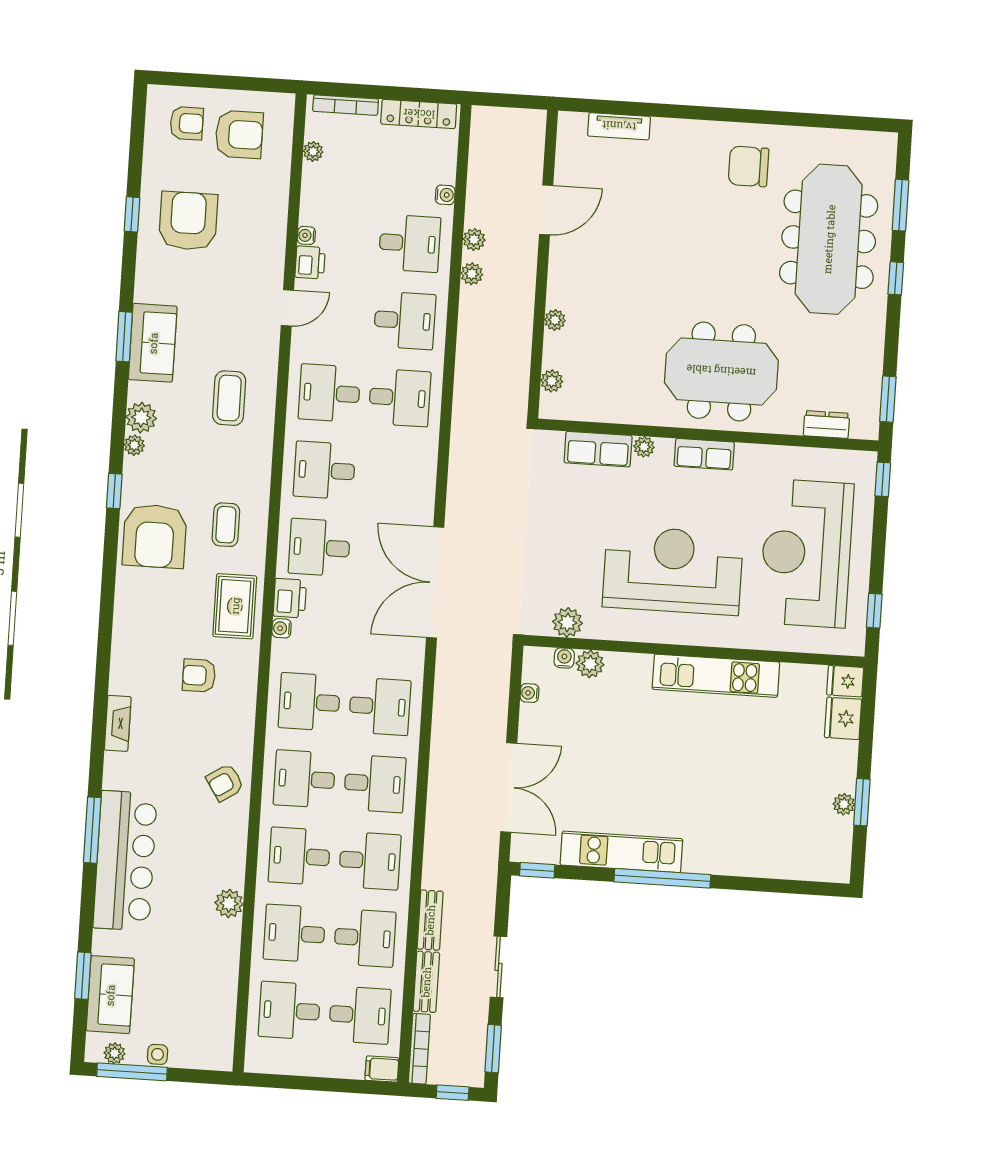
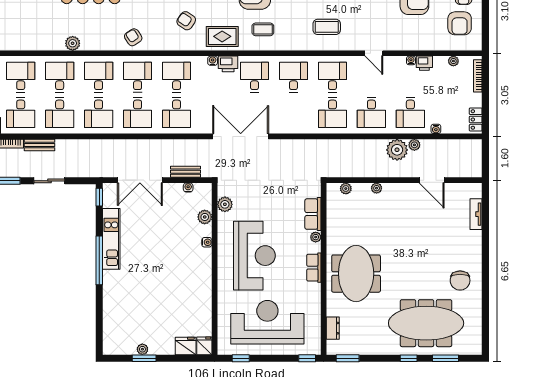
locker: (419, 114) -> (476, 119), width x0.66
chair: (748, 166) -> (460, 280), turned 180
printer: (310, 263) -> (424, 63), moved
plant: (472, 274) -> (397, 150), width x1.87, depth x1.87
water cooler: (564, 658) -> (207, 242), moved
armchair: (199, 675) -> (186, 21), turned -56
kitchen unit: (716, 676) -> (203, 281), removed
bench: (430, 920) -> (185, 172), moved

